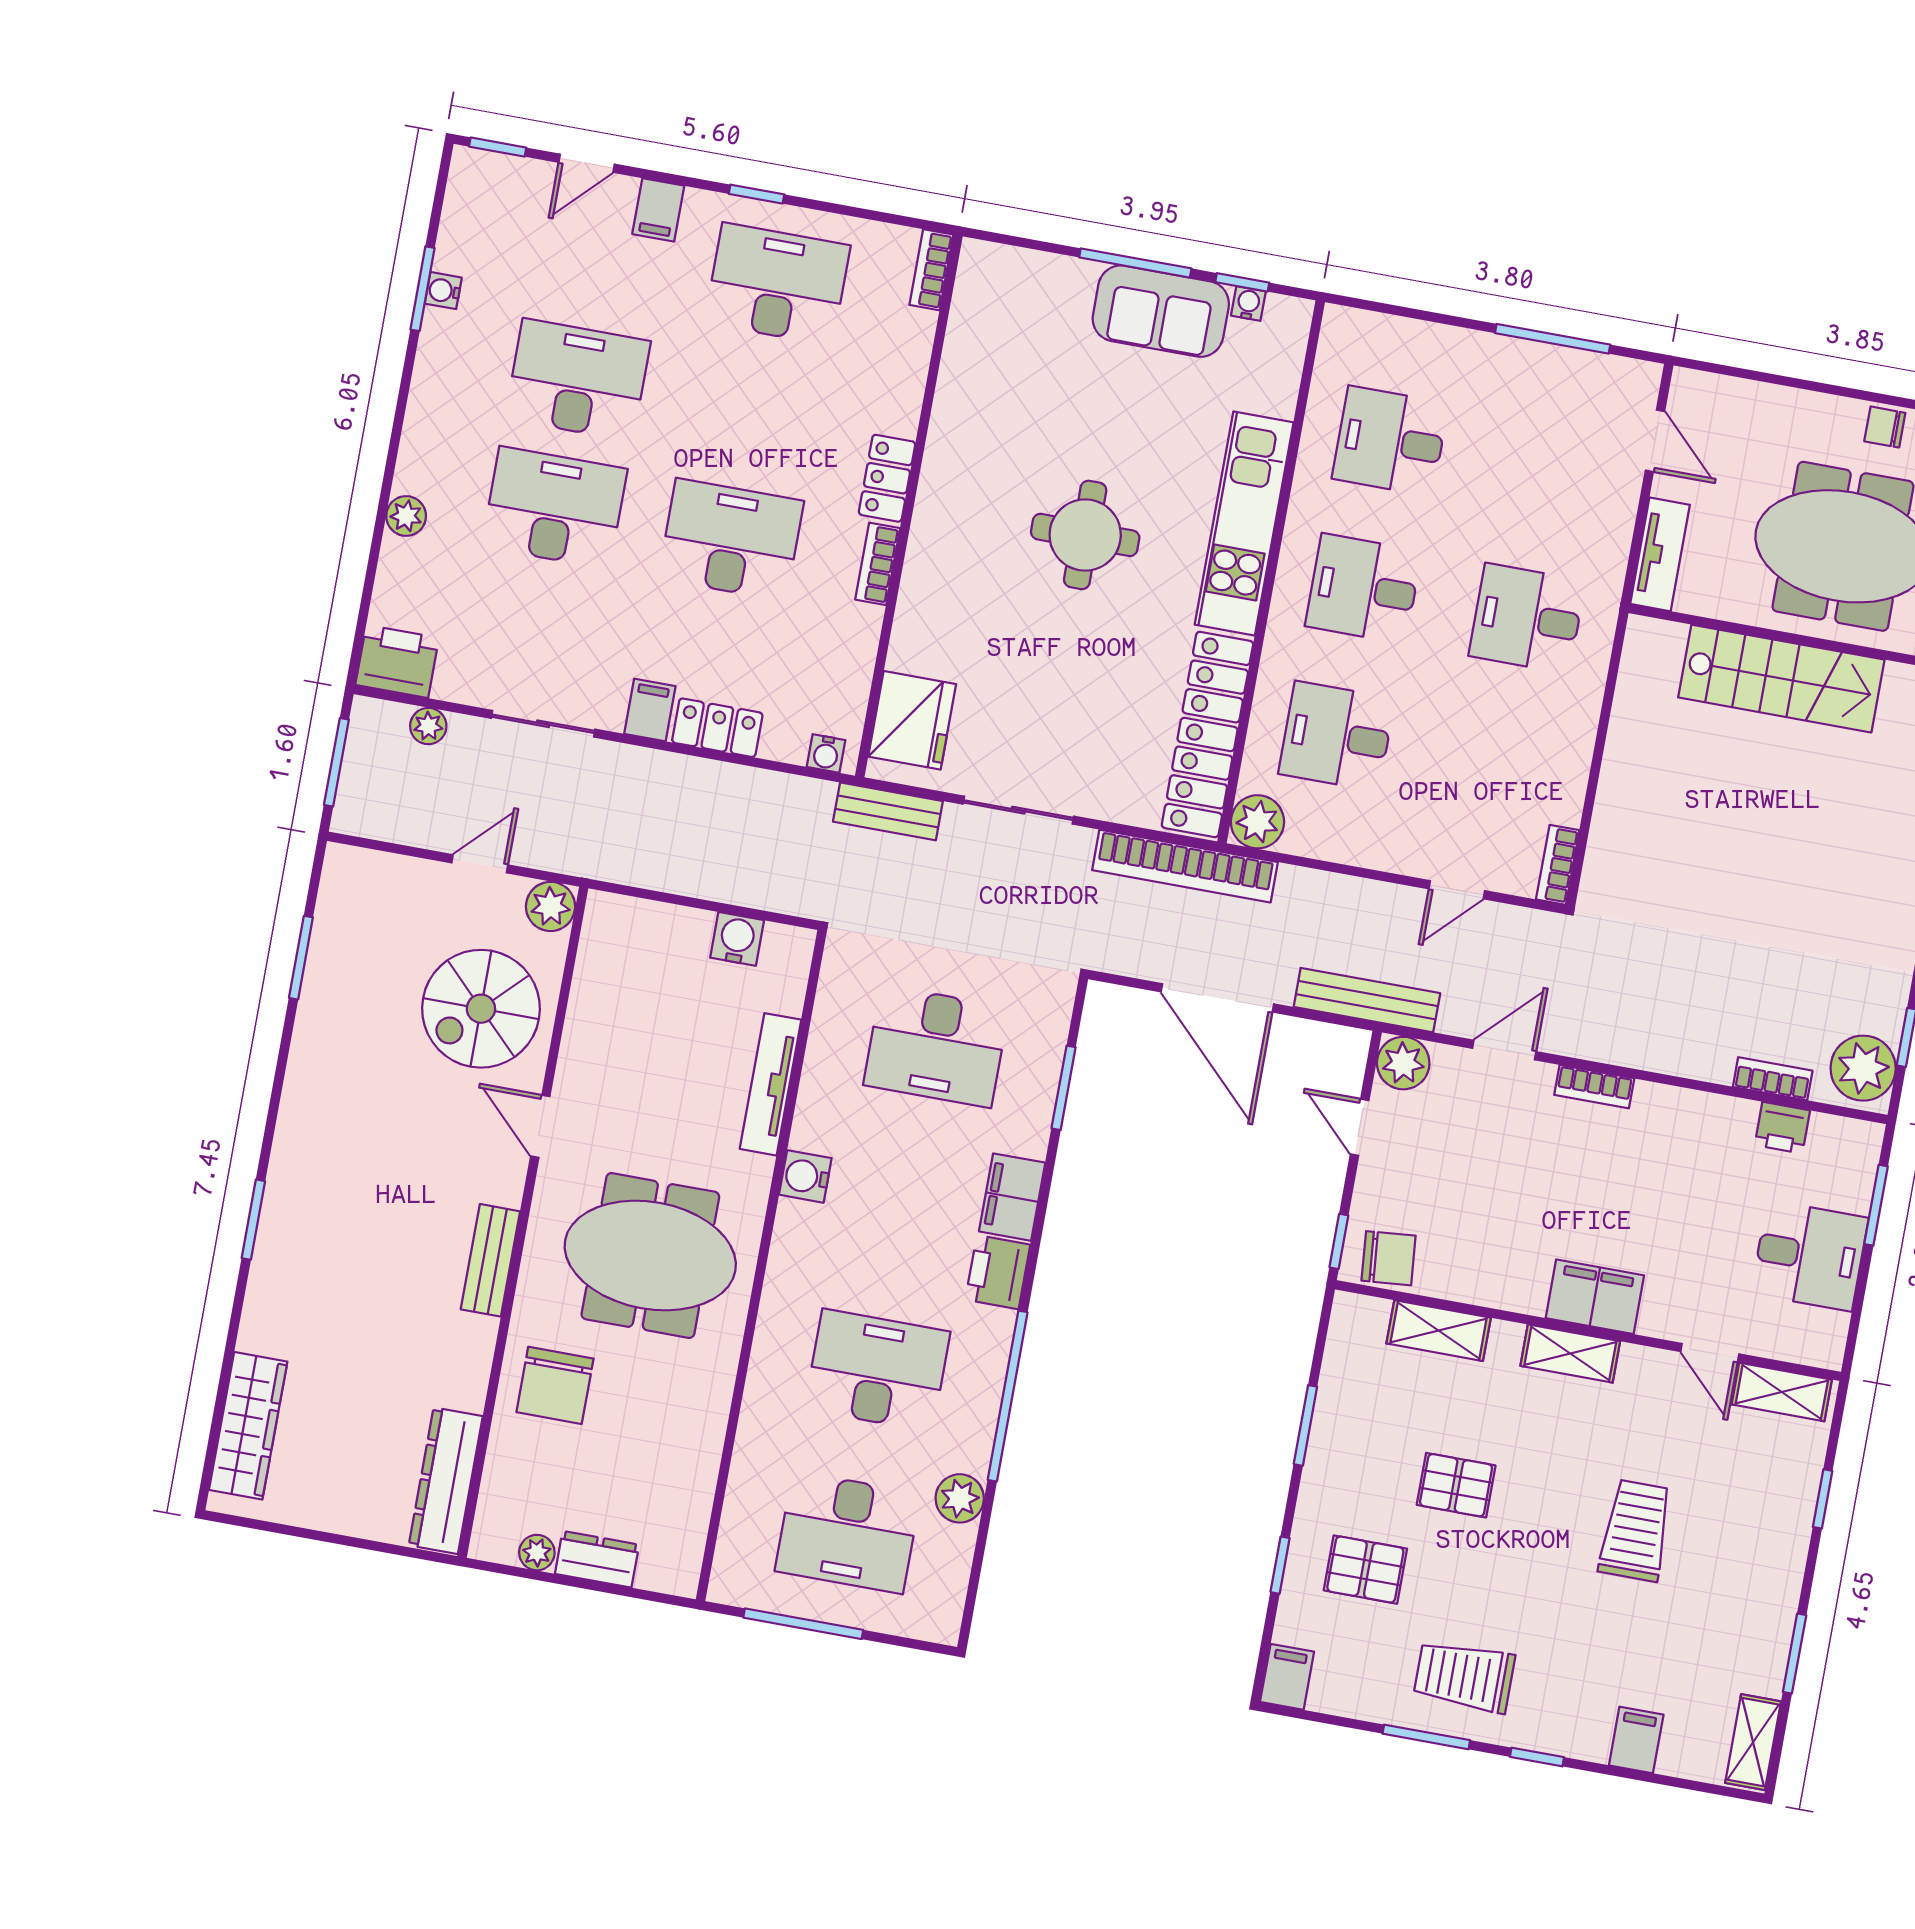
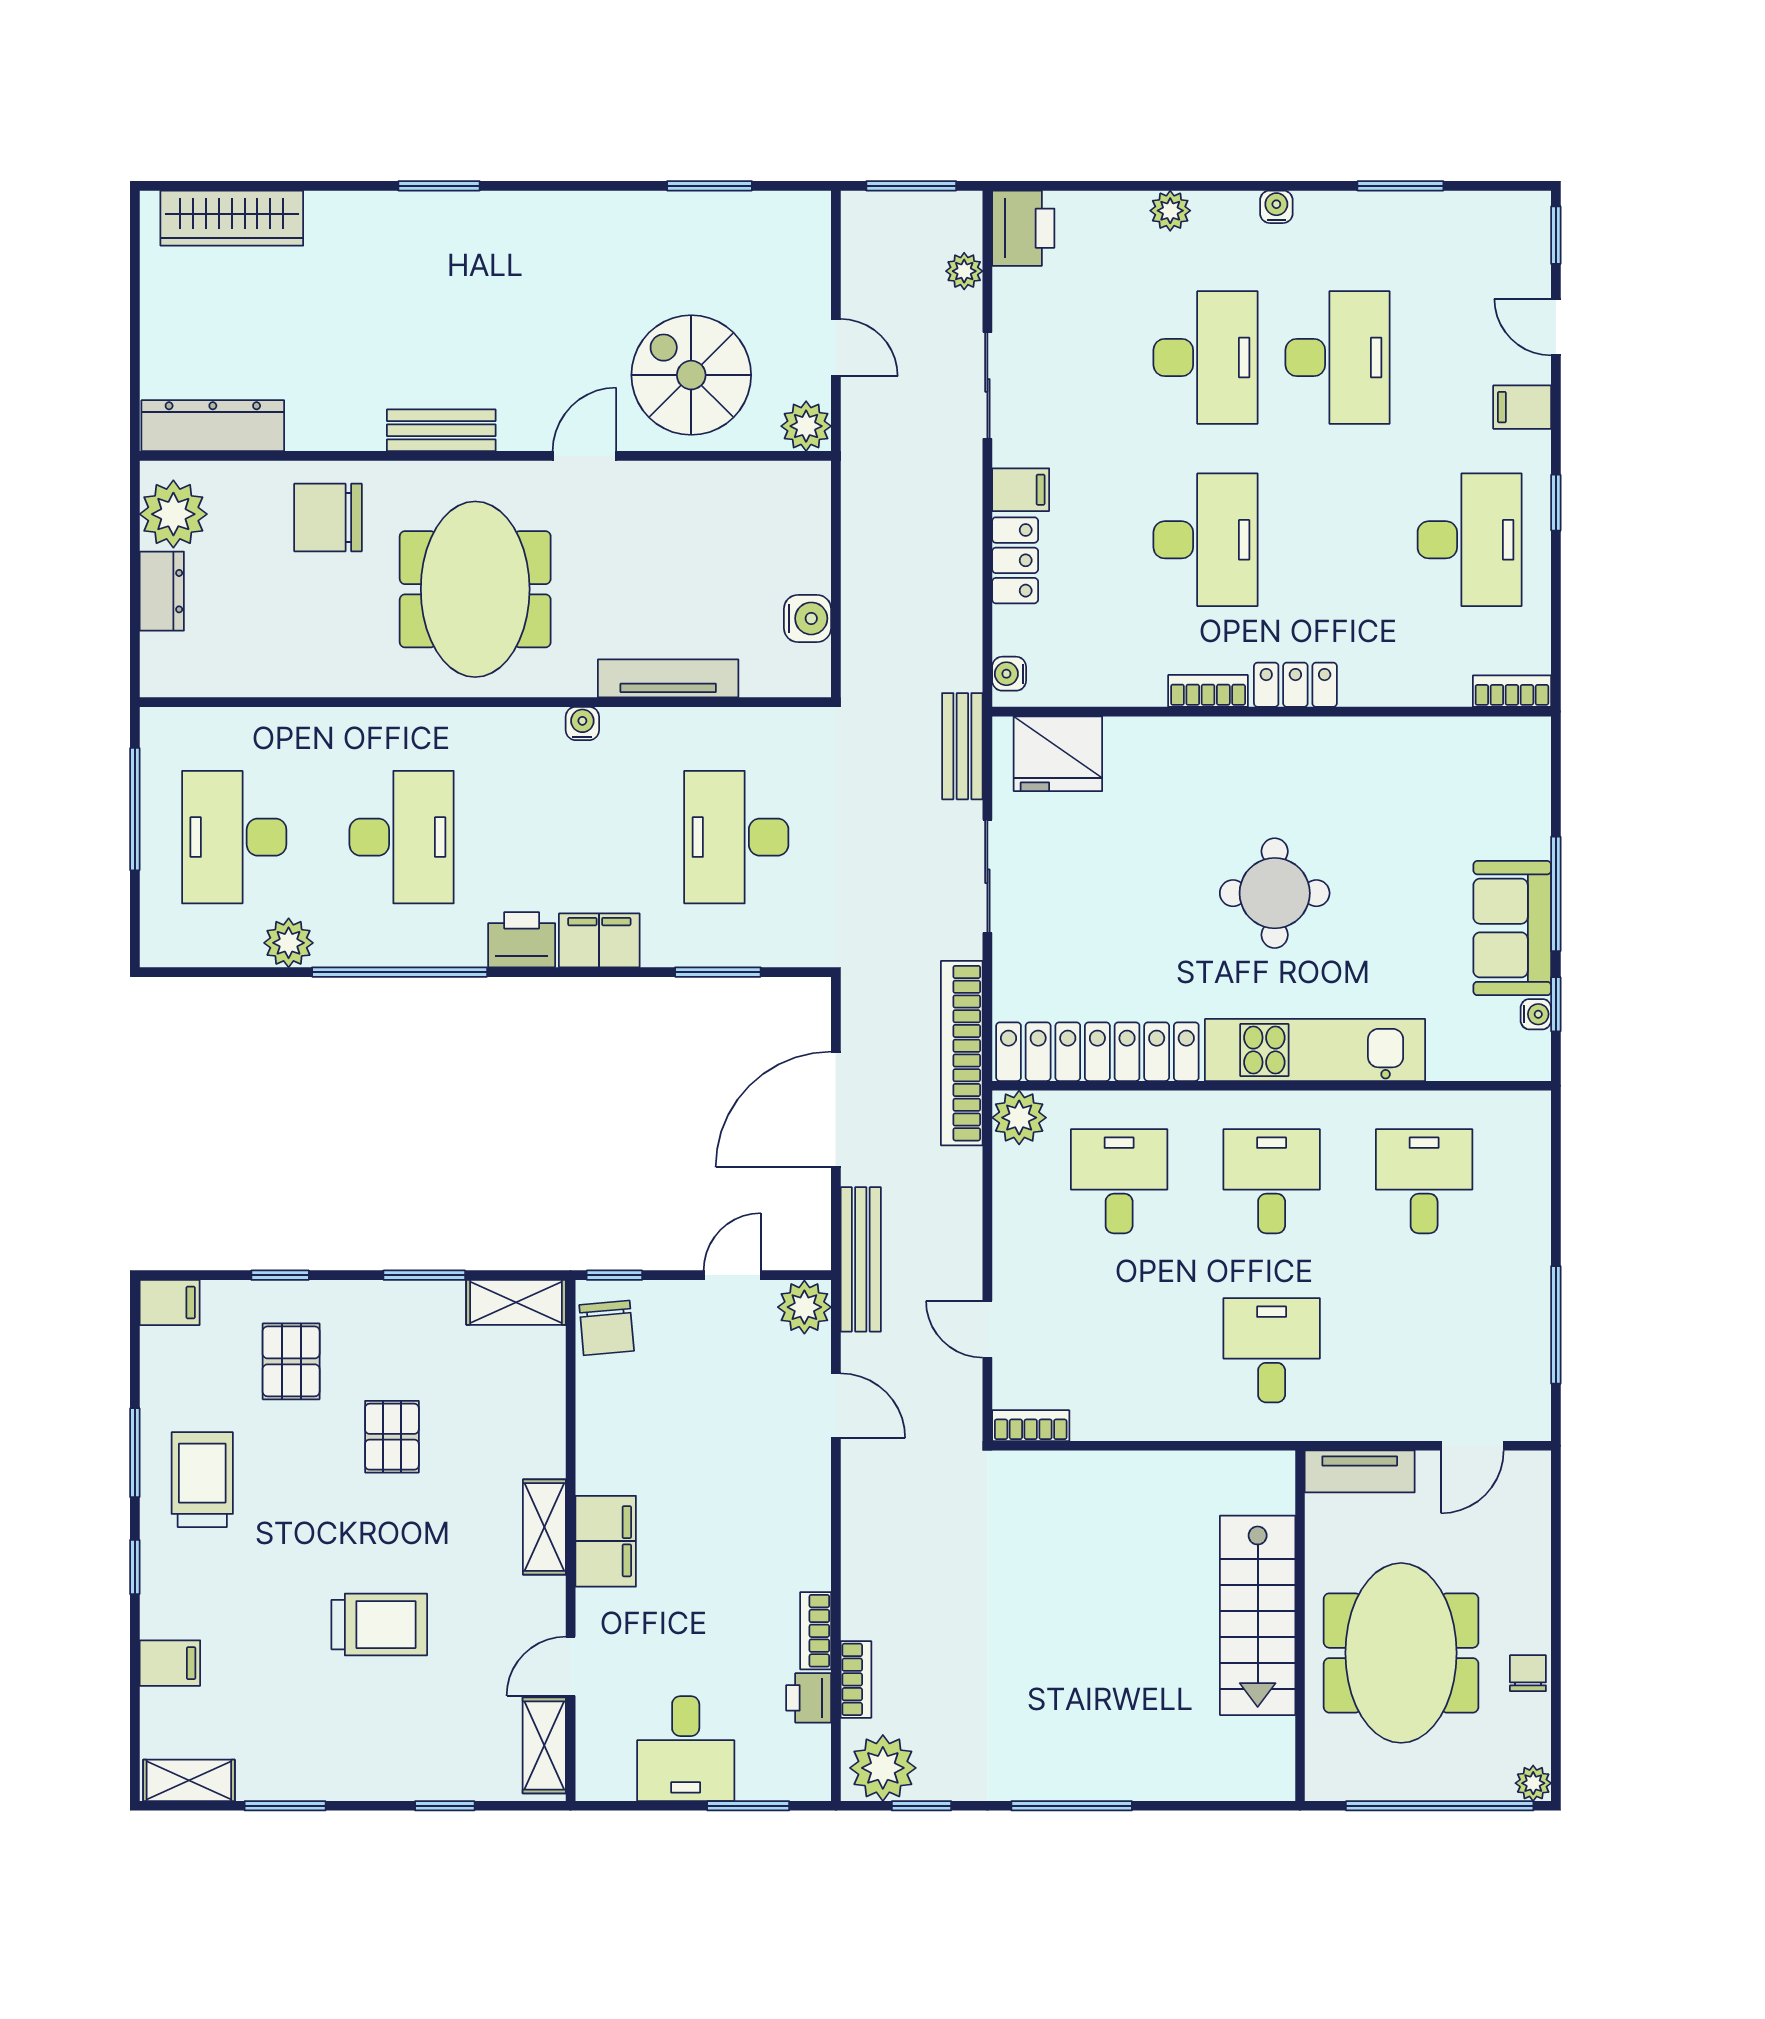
water cooler: (443, 291) -> (1276, 207), moved
bookcase: (1594, 1087) -> (816, 1631), moved
water cooler: (805, 1176) -> (582, 723), width x0.72, depth x0.72
shelving: (1439, 1331) -> (516, 1302), moved, turned 90
plant: (537, 1553) -> (173, 514), width x1.87, depth x1.87

